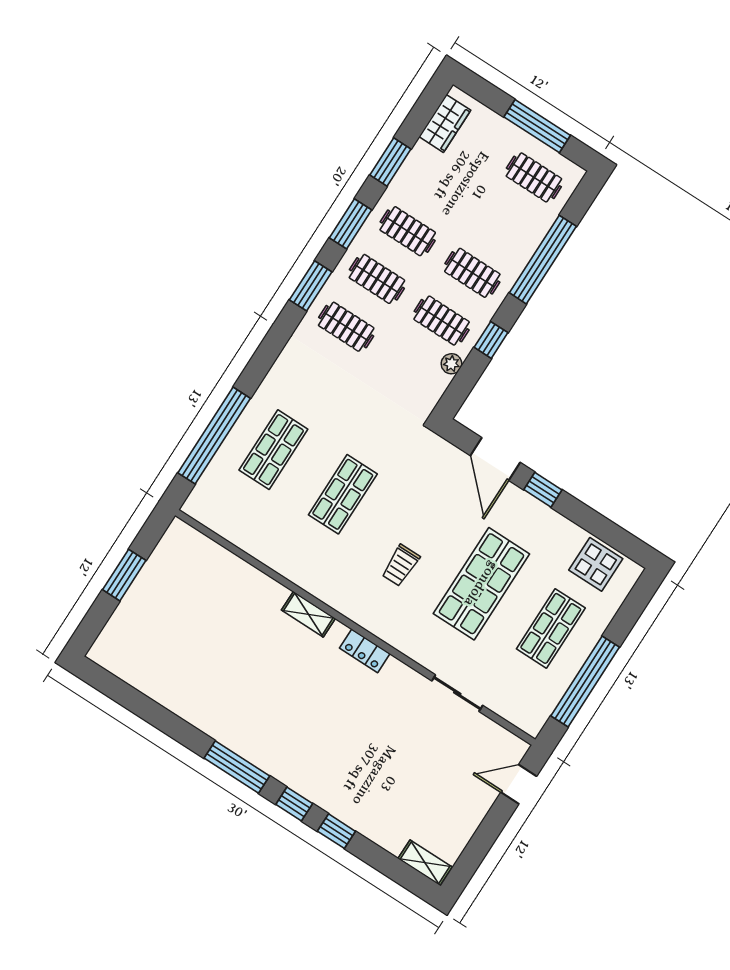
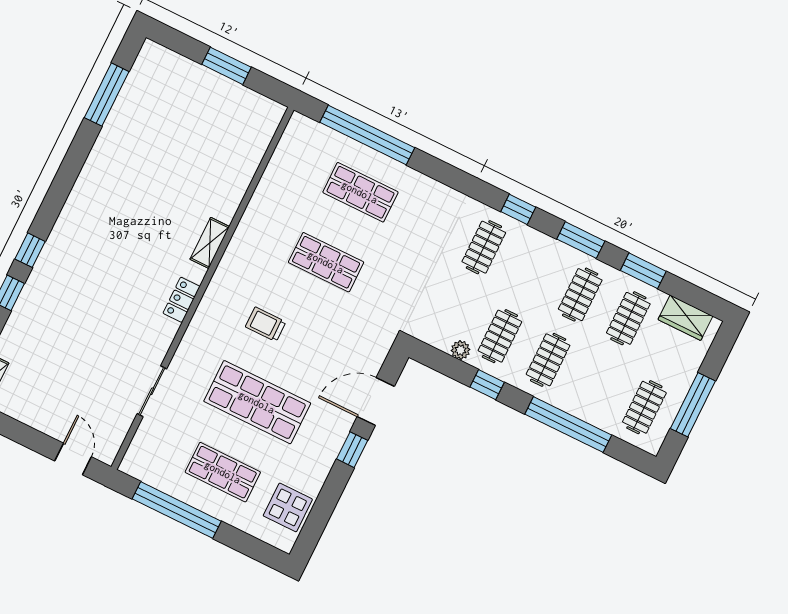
clothes rail: (377, 279) -> (628, 318), moved
window: (311, 286) -> (518, 209), width x0.67
window: (237, 767) -> (107, 95), moved

